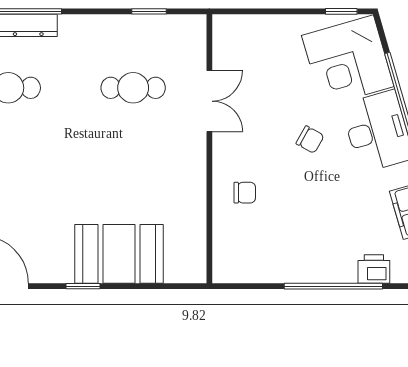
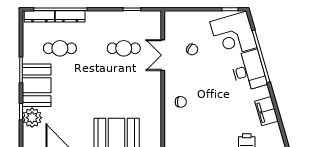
double door: (209, 101) -> (163, 55), swing flipped
chair: (310, 140) -> (192, 49), moved

